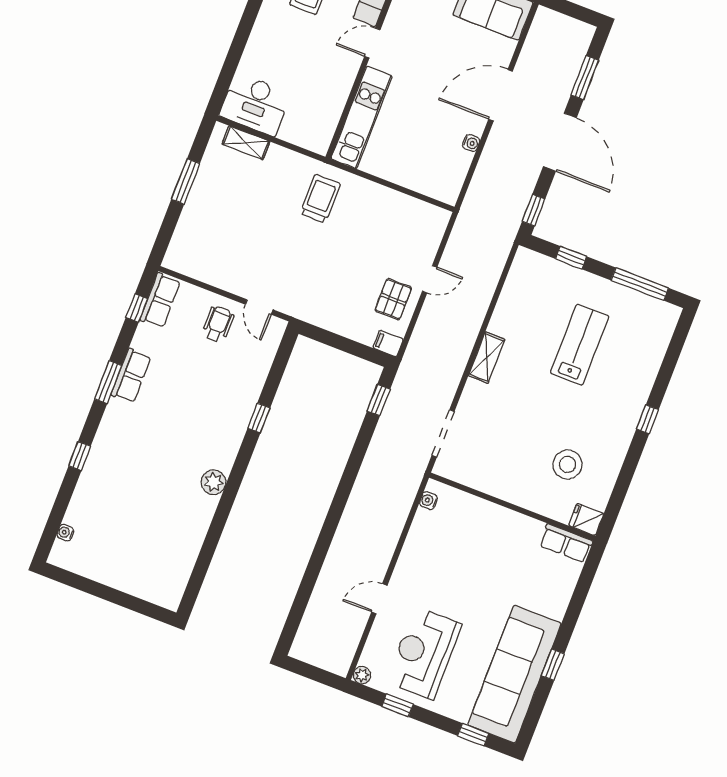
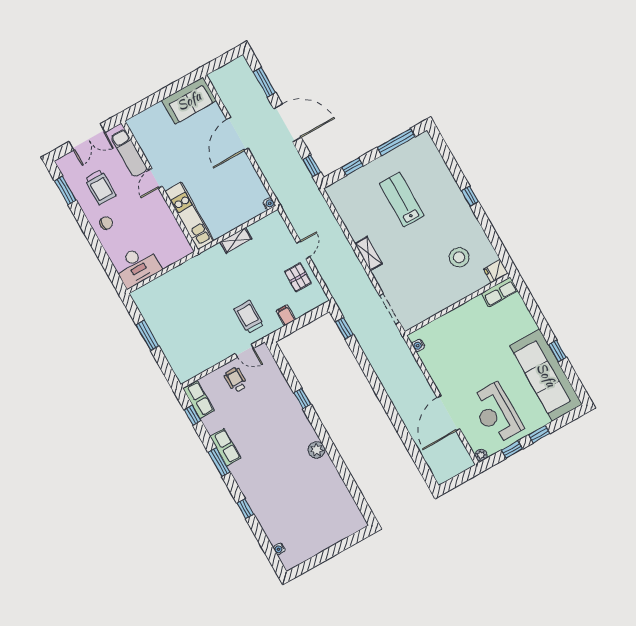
chair: (275, 29) -> (106, 223), added
shelving: (246, 143) -> (236, 240), moved
water cooler: (471, 143) -> (269, 204), moved
trolley: (320, 199) -> (249, 317), moved
filing cabinet: (388, 343) -> (286, 315), moved, turned 90
door: (379, 599) -> (448, 413), width x1.88
window: (473, 735) -> (539, 434), moved

